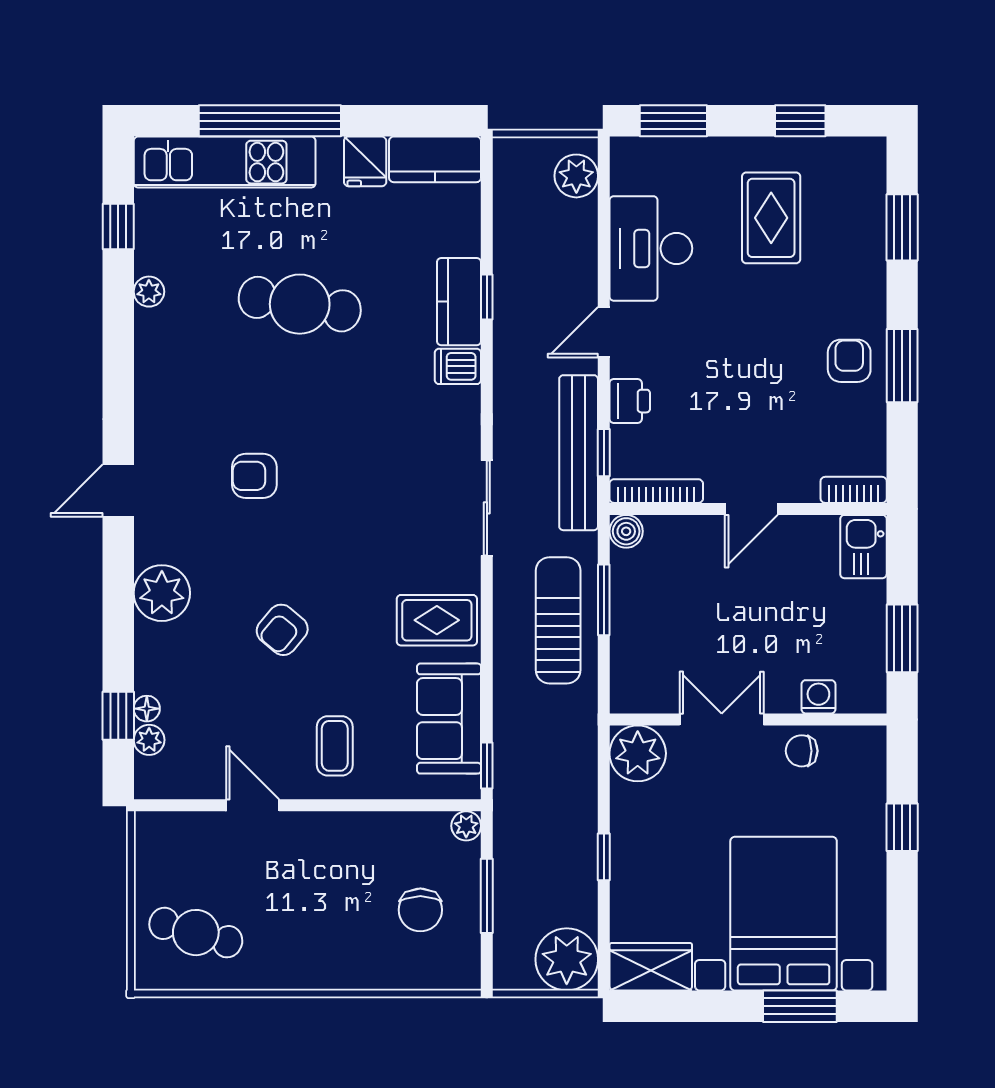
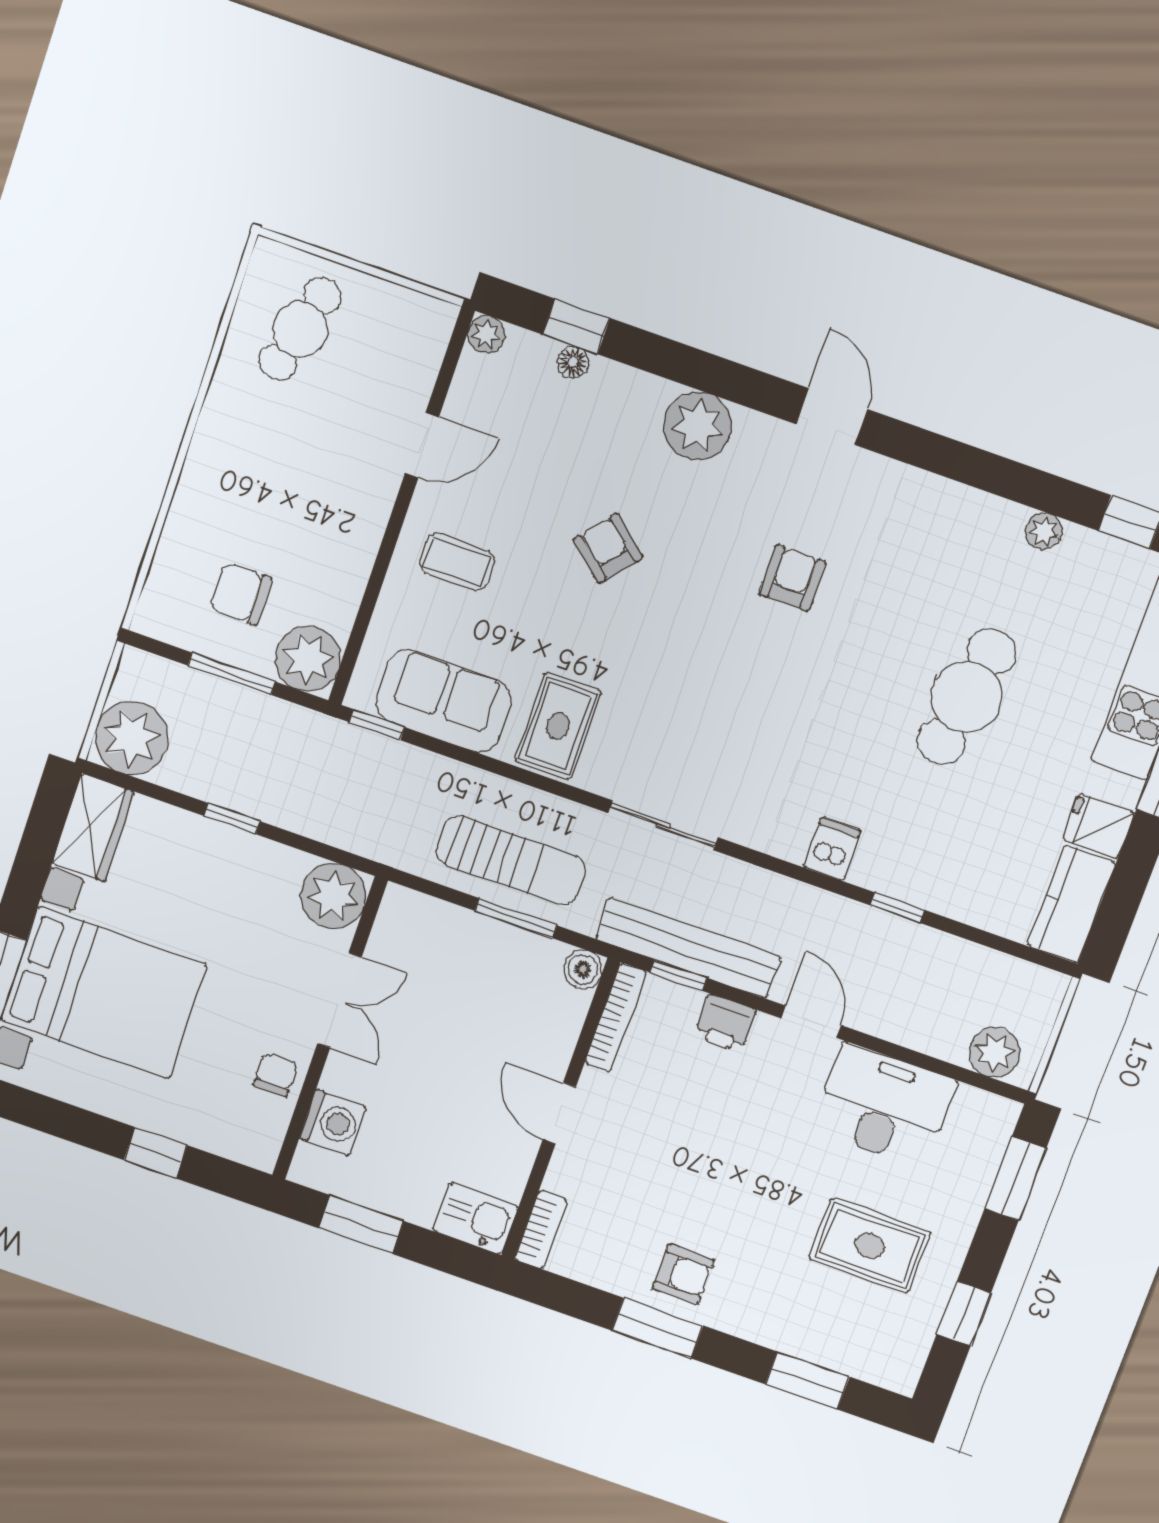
kitchen counter: (459, 302) -> (904, 875), removed
washing machine: (818, 697) -> (333, 1122), width x1.38, depth x1.38
plant: (149, 740) -> (486, 335), moved
plant: (466, 826) -> (308, 659), width x1.88, depth x1.88

